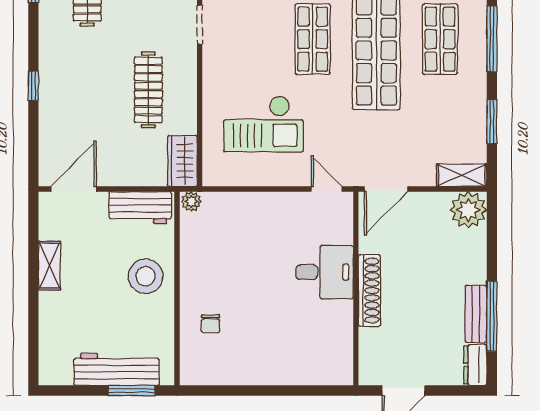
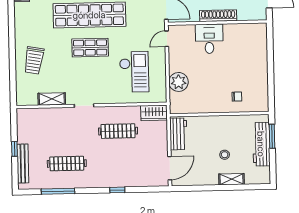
door: (74, 189) -> (170, 168), swing flipped
plant: (191, 202) -> (179, 82), moved, width x1.87, depth x1.87
shelving: (49, 266) -> (231, 179), moved
stool: (146, 276) -> (225, 155), moved, width x0.53, depth x0.53

